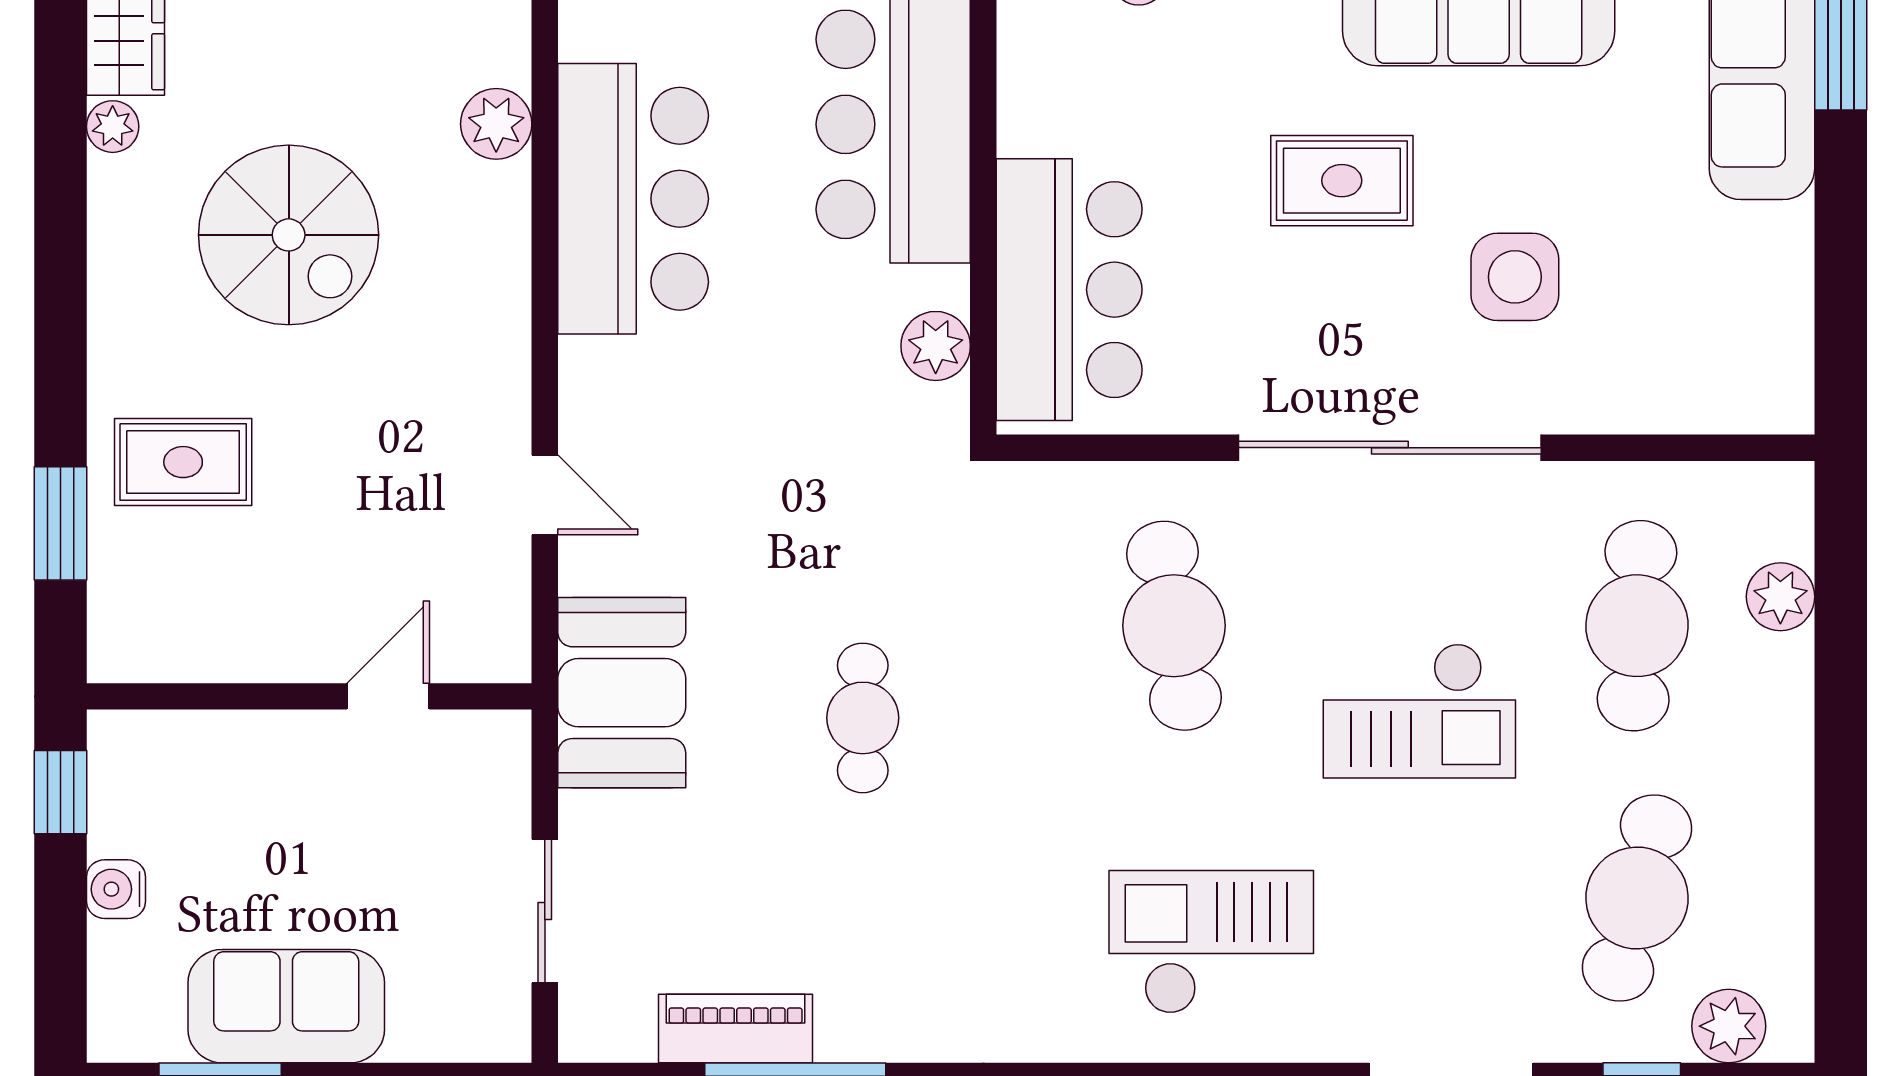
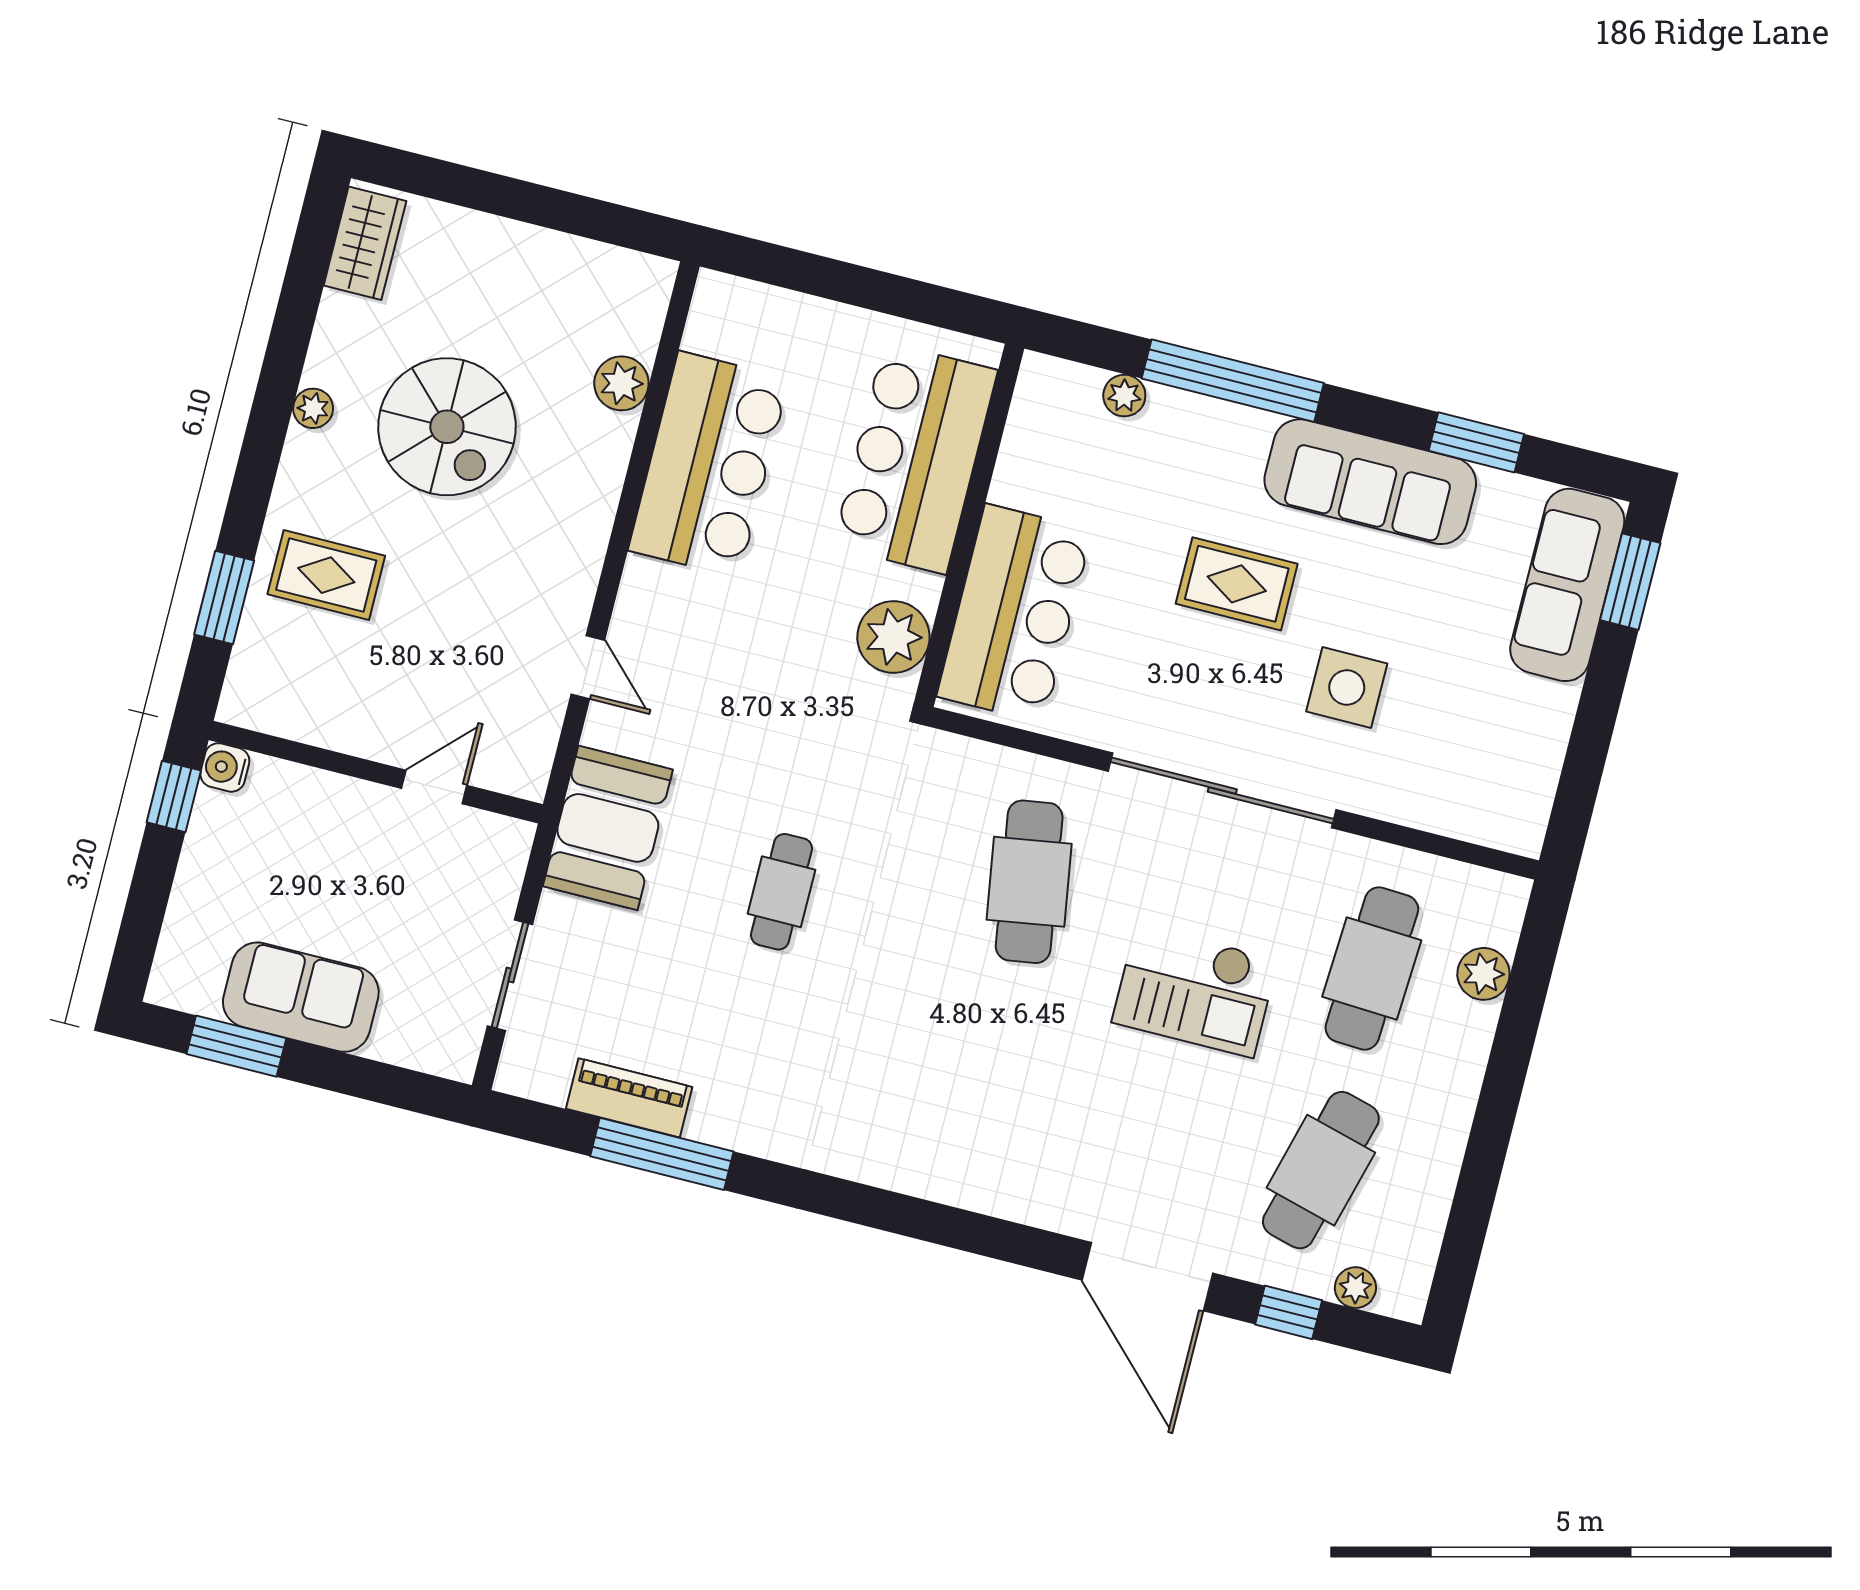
plant: (113, 127) -> (313, 408), moved
plant: (936, 346) -> (893, 637), width x1.36, depth x1.36
water cooler: (116, 889) -> (225, 767), moved
checkout: (1211, 942) -> (997, 1123), removed
plant: (1729, 1026) -> (1355, 1288), width x0.73, depth x0.73

